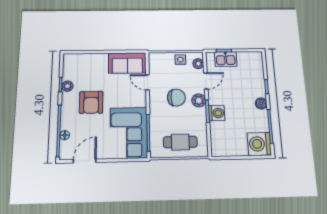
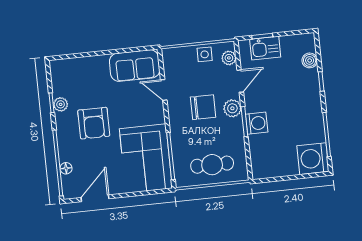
boiler: (261, 104) -> (310, 60), moved

